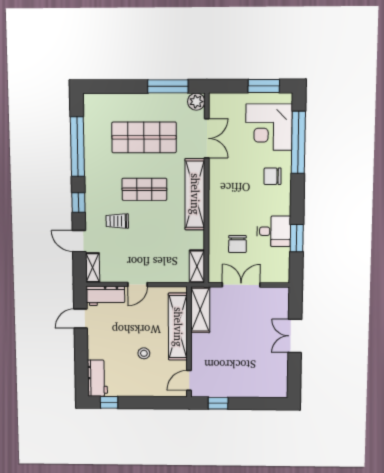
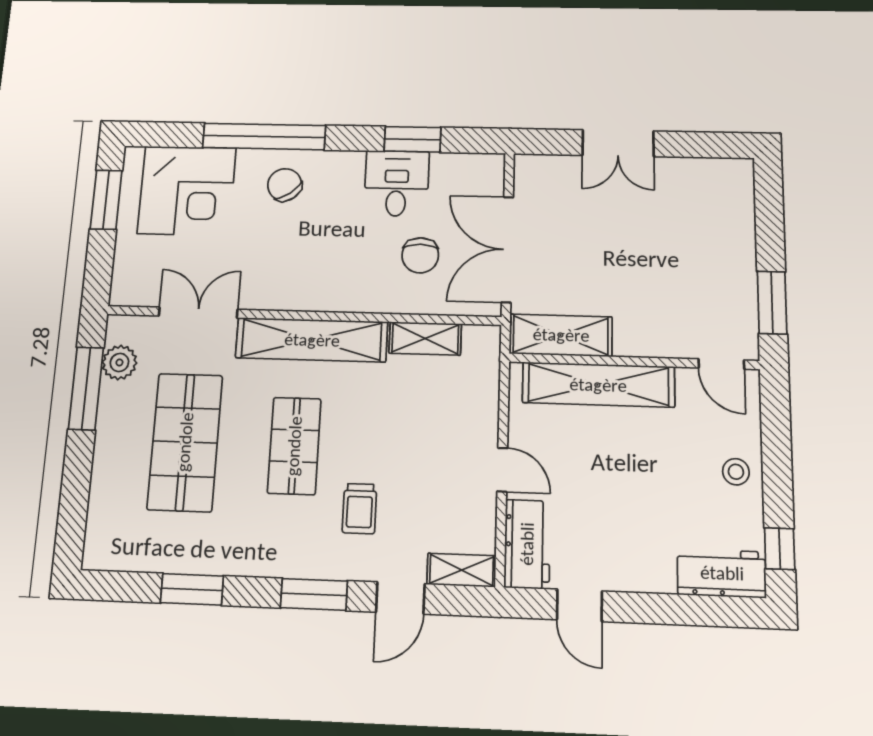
plant: (196, 102) -> (119, 362), moved
window: (298, 142) -> (264, 136), moved
window: (77, 147) -> (192, 589), width x0.47
chair: (272, 176) -> (285, 185), turned 144
window: (78, 202) -> (314, 594), width x1.50
chair: (237, 244) -> (420, 255), turned 90
shelving: (197, 266) -> (425, 339), moved
double door: (241, 285) -> (507, 249), width x1.37
stool: (144, 353) -> (736, 472), moved
window: (218, 403) -> (772, 302), width x1.50

